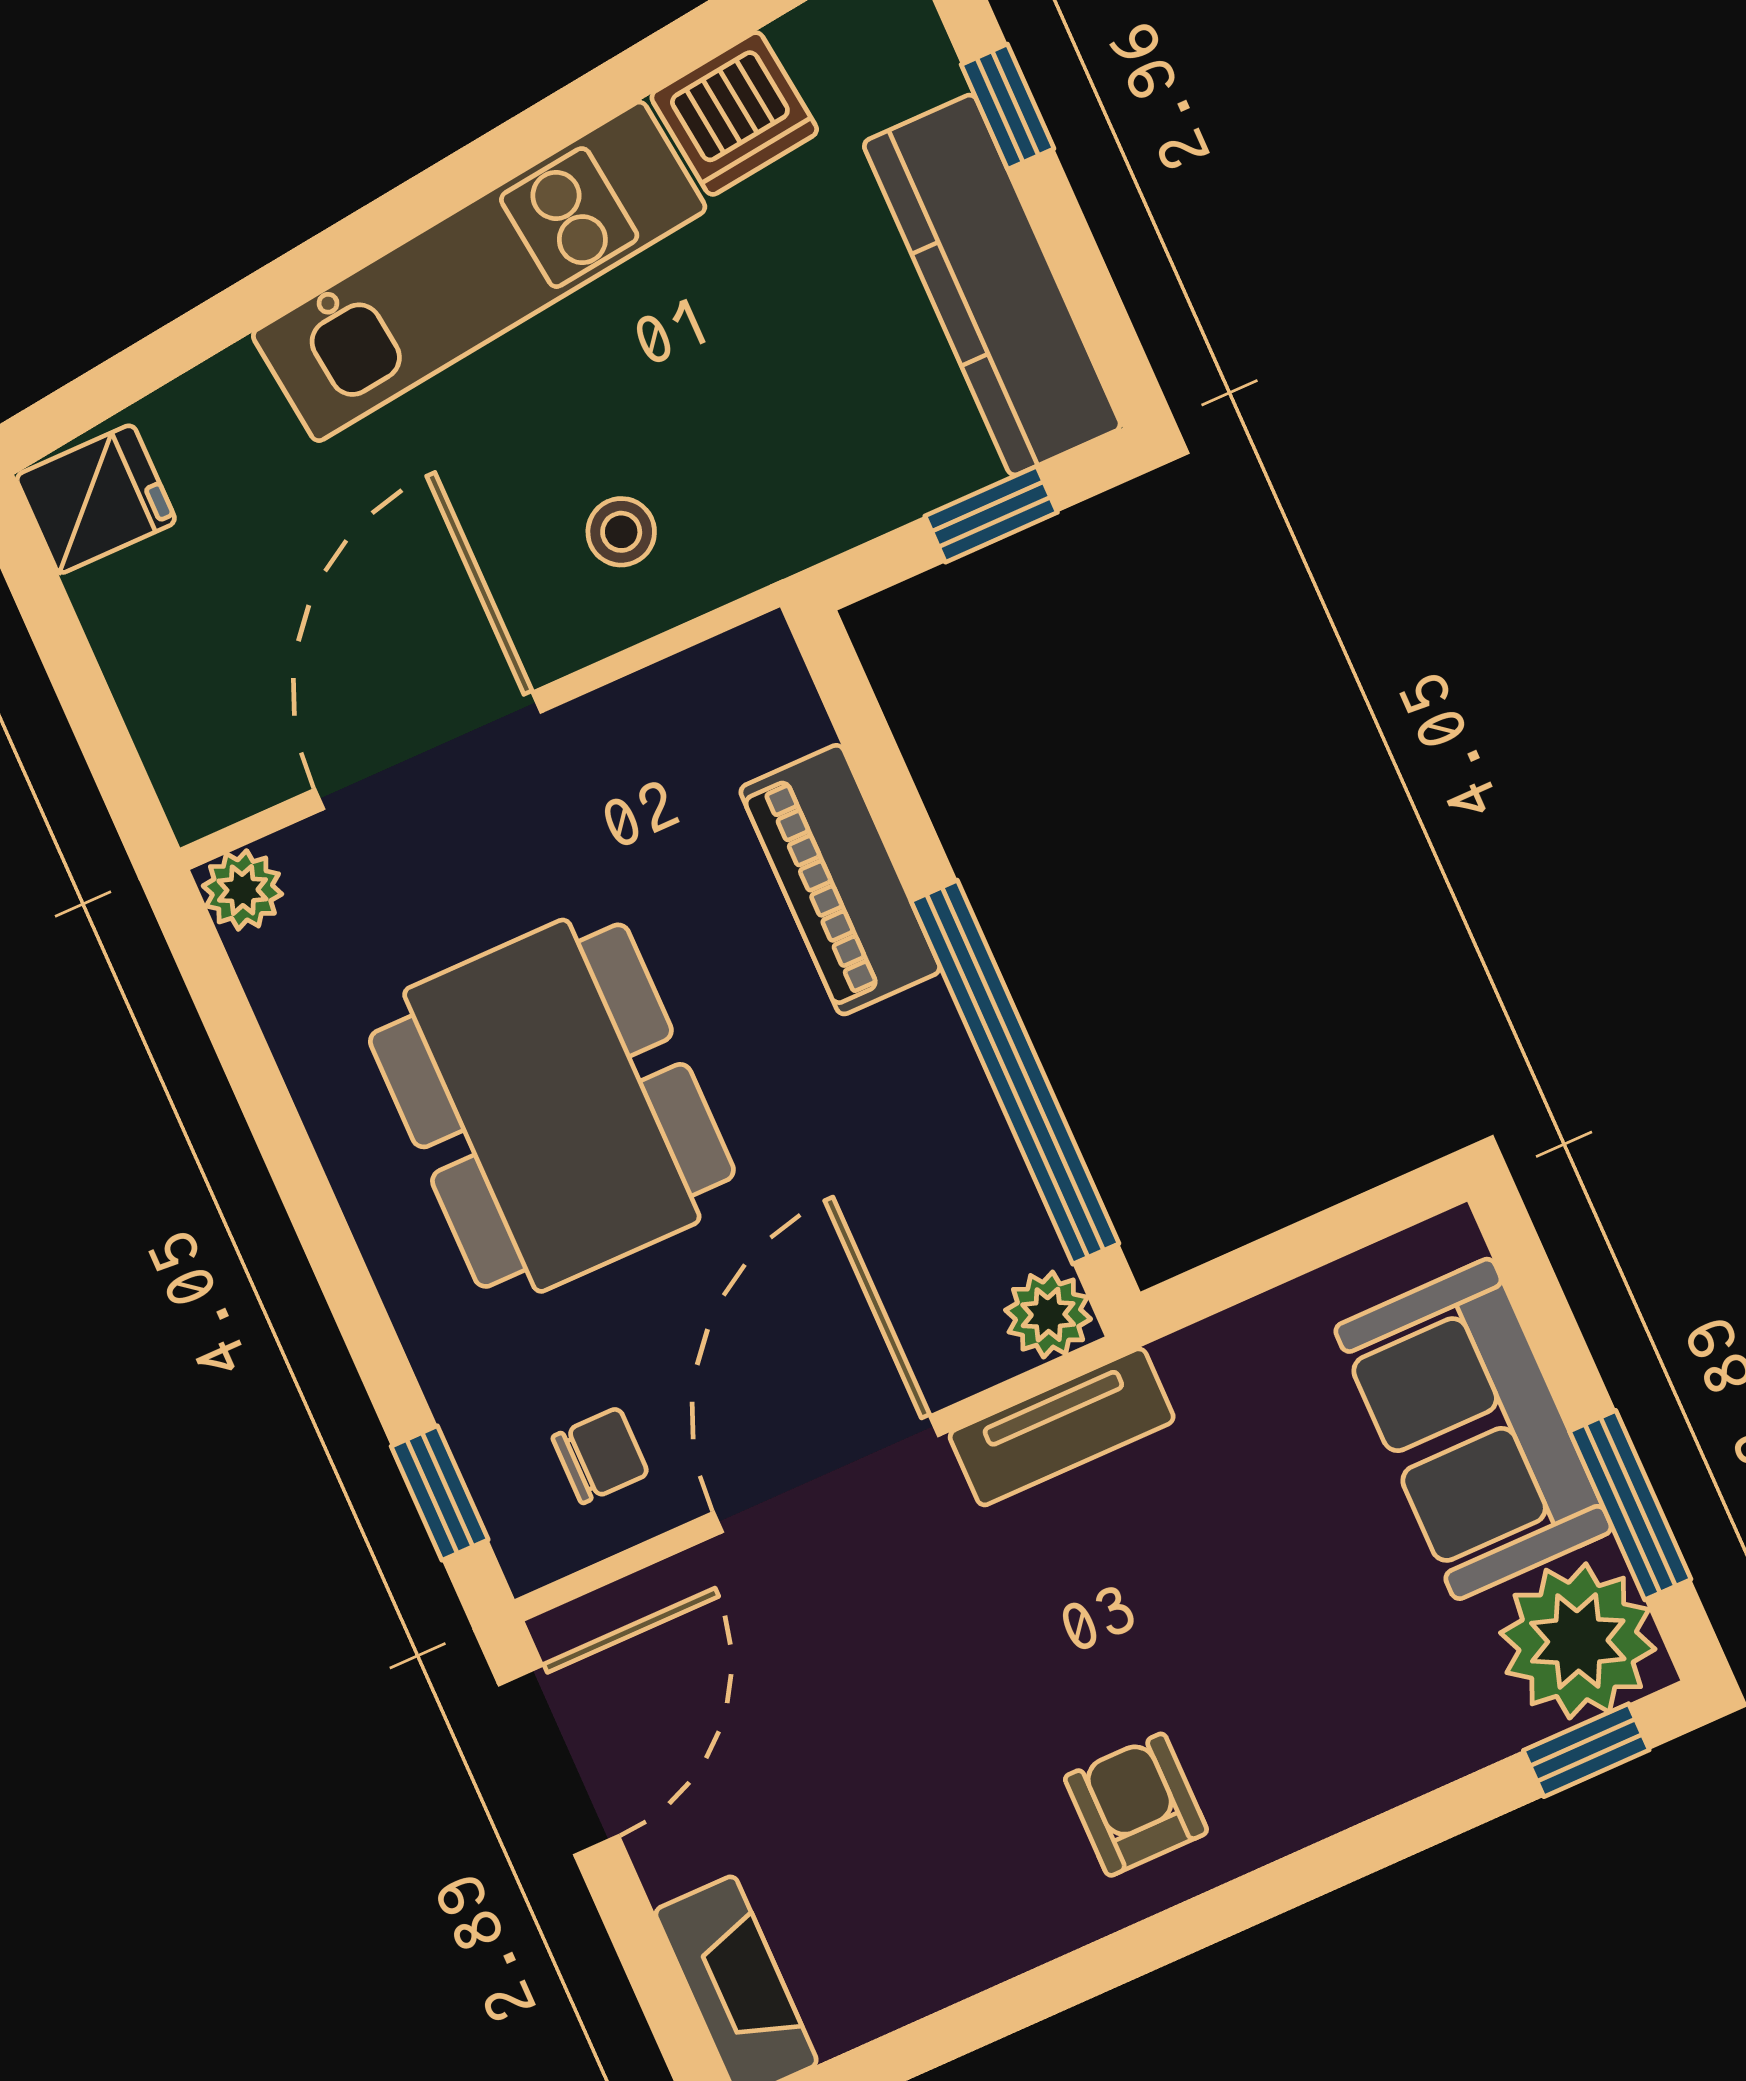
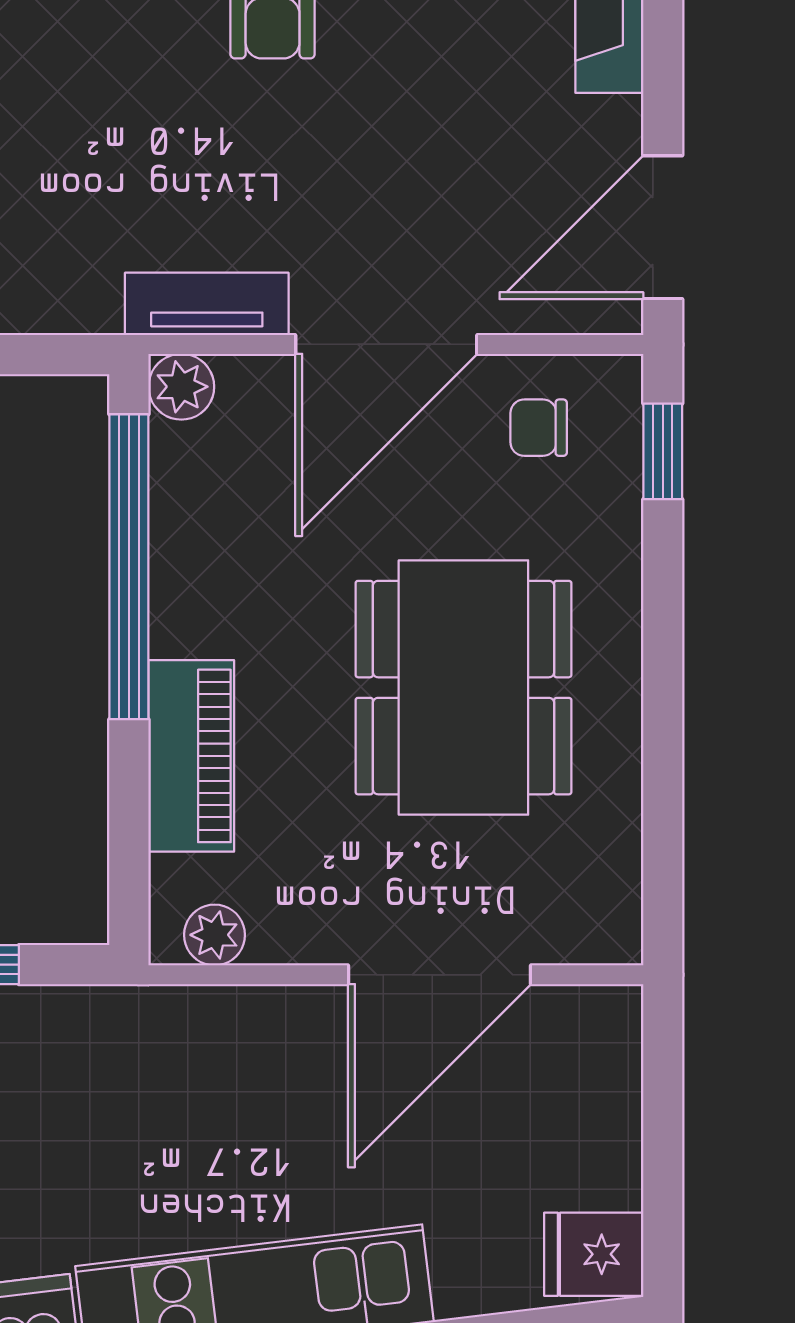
stool: (621, 532) -> (236, 1068), removed
plant: (242, 890) -> (215, 935), moved

